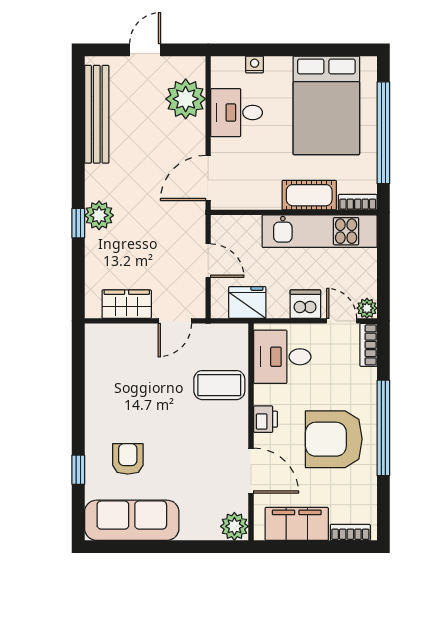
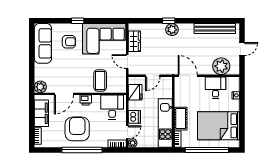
door: (145, 50) -> (242, 49), hinge flipped
corner sofa: (121, 376) -> (104, 39), added
window: (78, 470) -> (78, 21), moved

